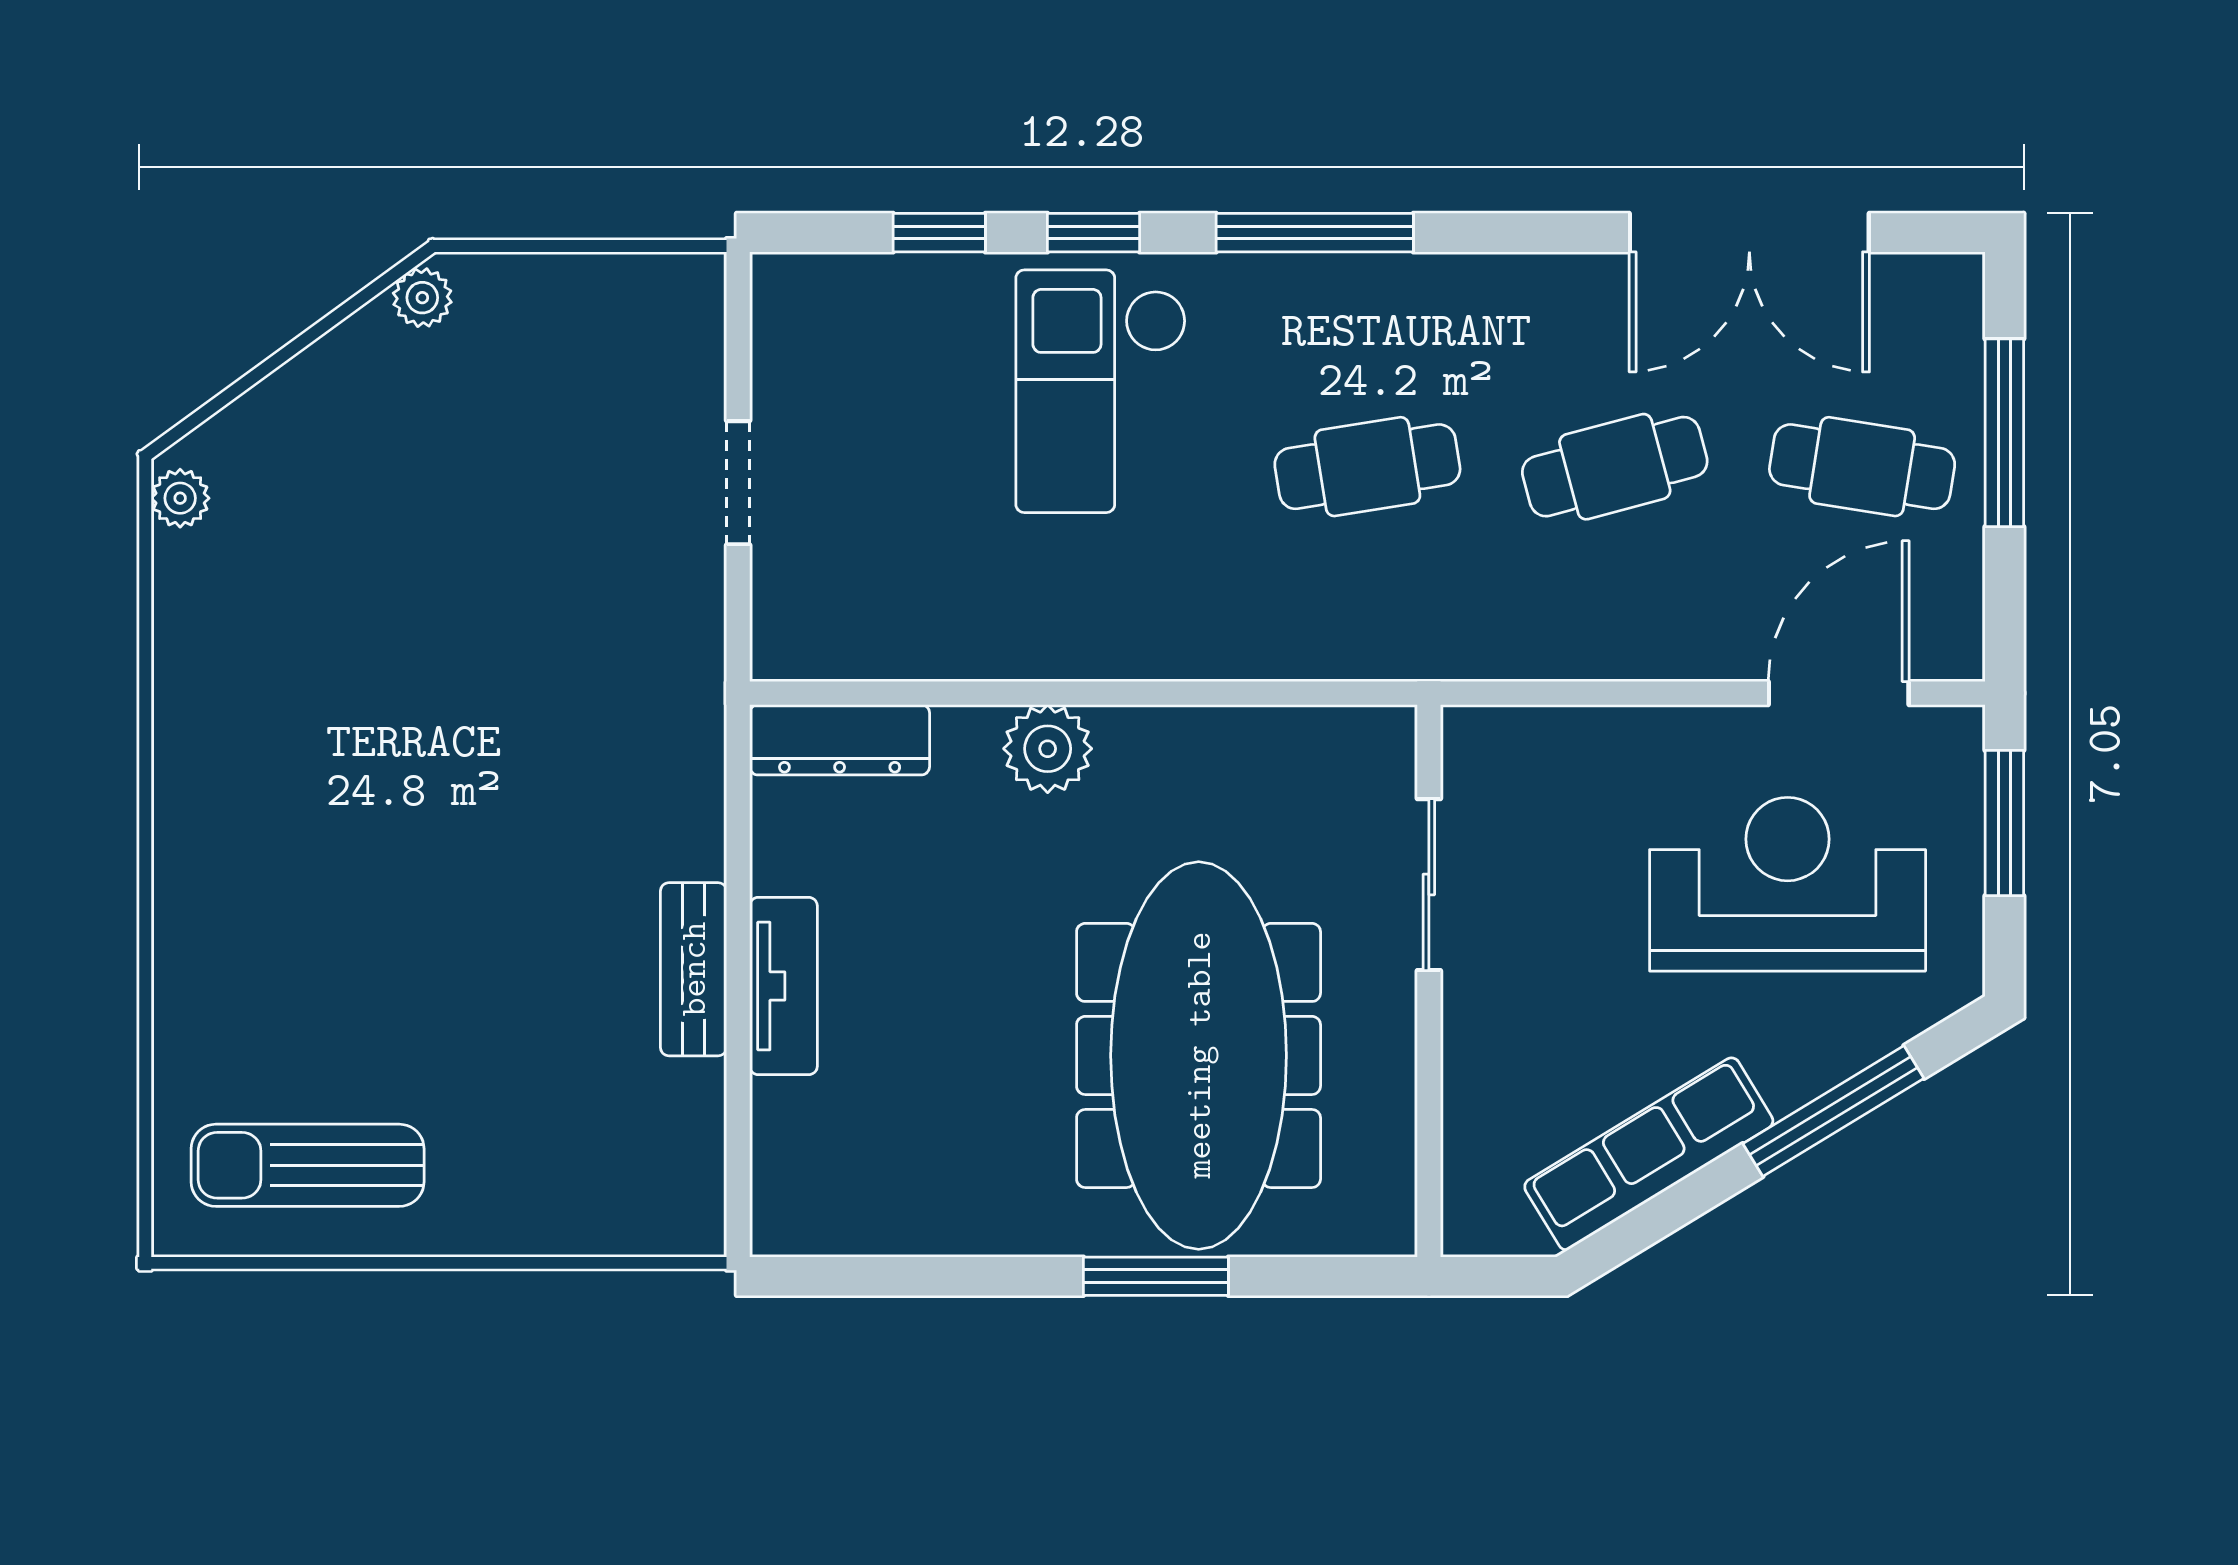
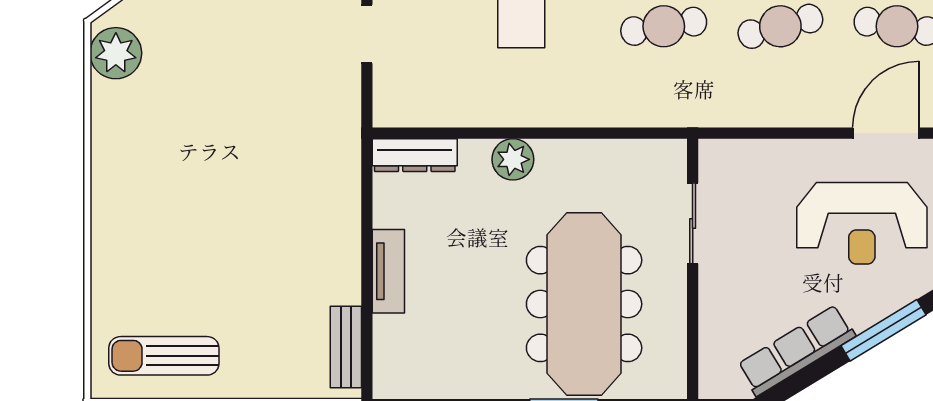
plant: (180, 498) -> (116, 53), width x1.88, depth x1.88
reception desk: (1788, 884) -> (862, 223), turned 180
bench: (694, 969) -> (346, 347), moved

